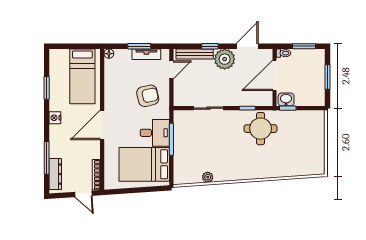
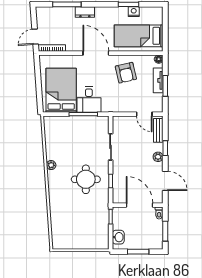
tv unit: (146, 54) -> (158, 80), moved
bench: (195, 54) -> (158, 130), width x0.73
plant: (225, 59) -> (158, 157), width x0.53, depth x0.53
armchair: (148, 96) -> (126, 73), moved
washbasin: (286, 100) -> (118, 237), moved
nightstand: (55, 118) -> (134, 12), moved
round table: (261, 129) -> (86, 179), moved
dresser: (55, 174) -> (85, 12), moved, width x0.70
plant: (208, 177) -> (51, 165), moved

